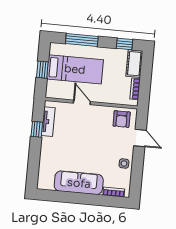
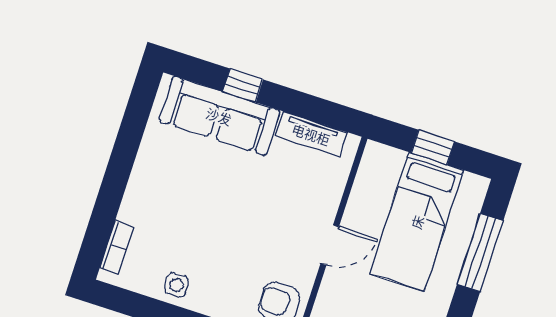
door: (82, 102) -> (330, 245), moved
window: (37, 129) -> (243, 85), moved
sofa: (79, 183) -> (219, 116), moved, turned 90

